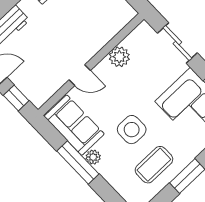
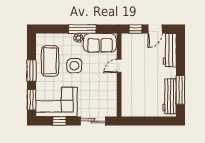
plant: (119, 57) -> (111, 90), removed
coffee table: (154, 165) -> (50, 61), width x1.36, depth x1.32

